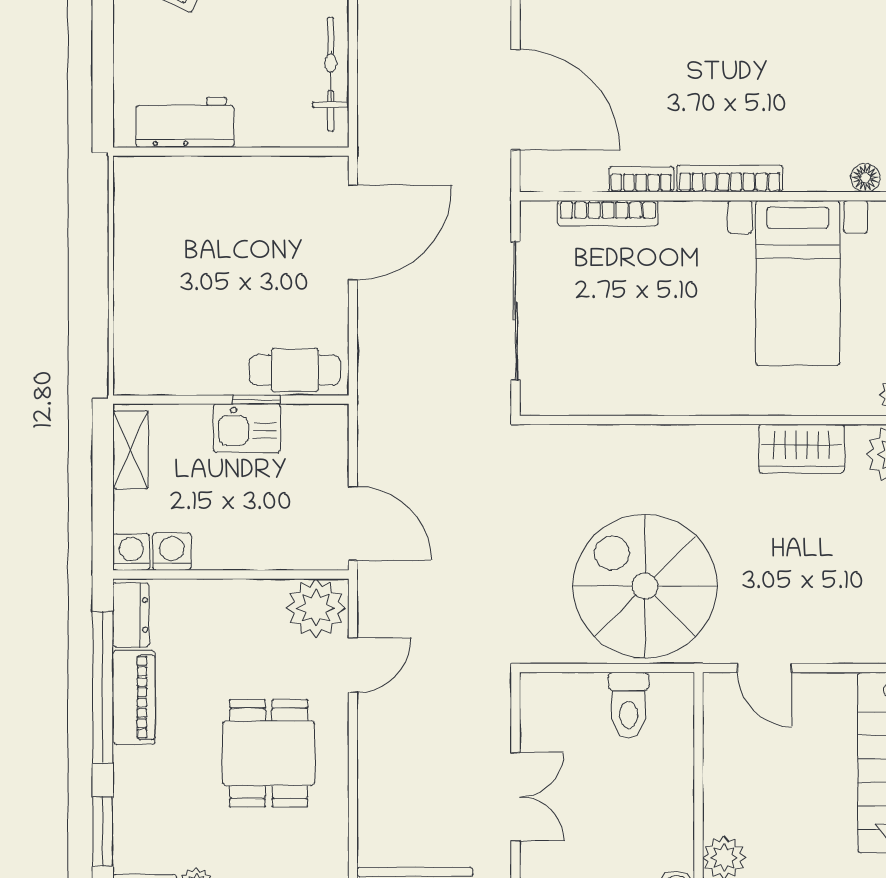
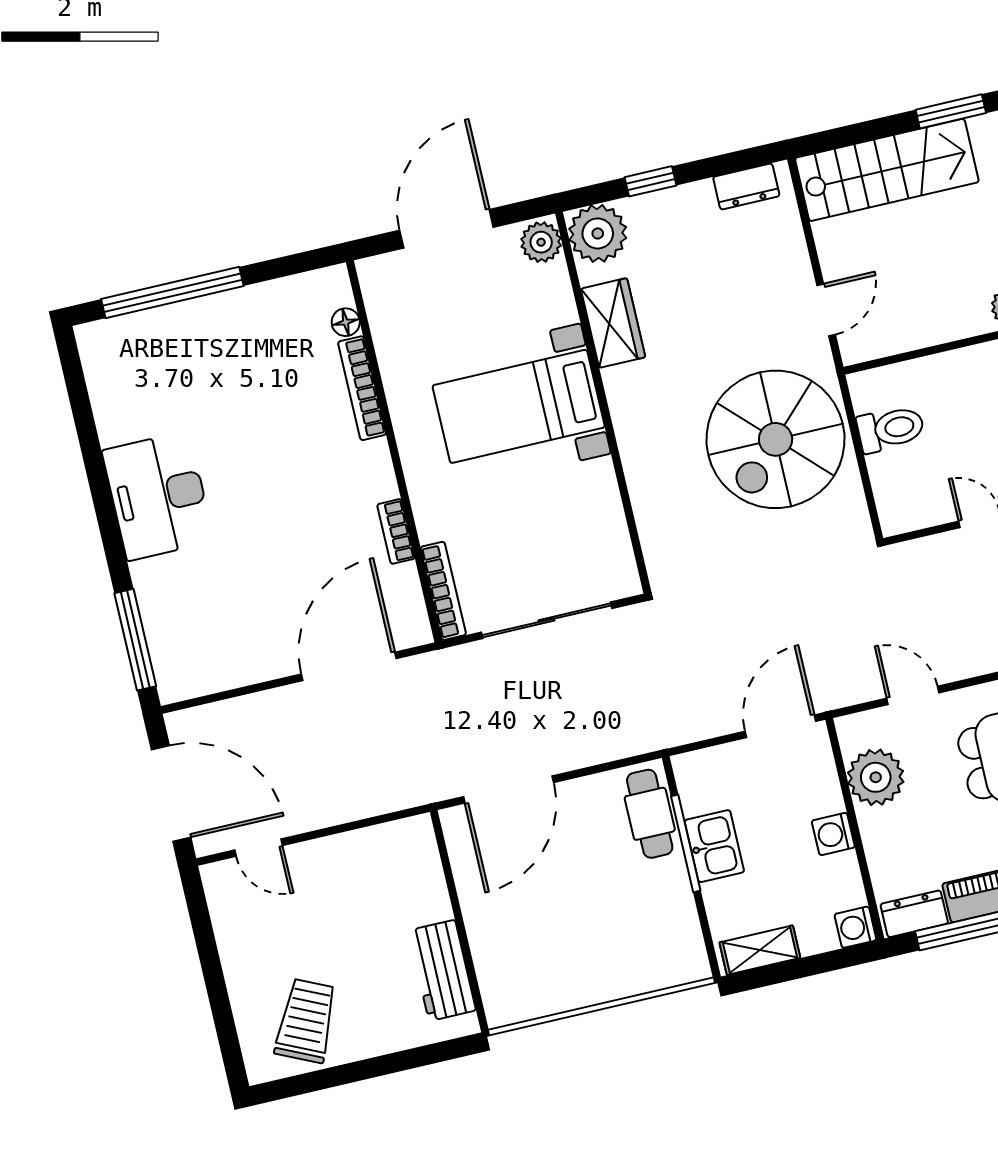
bicycle: (331, 74) -> (366, 845), removed
bookcase: (730, 179) -> (362, 388), moved
bookcase: (608, 213) -> (443, 591), moved
door: (353, 232) -> (508, 790), swing flipped
bed with nightstands: (798, 283) -> (519, 406), moved, turned 180
window: (256, 400) -> (686, 843), width x2.17
washing machine: (172, 552) -> (833, 834), moved
plant: (316, 608) -> (876, 777), moved

